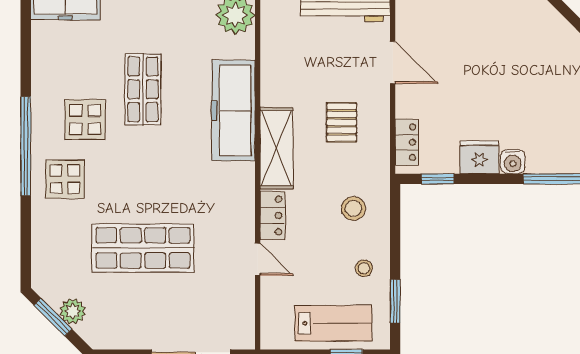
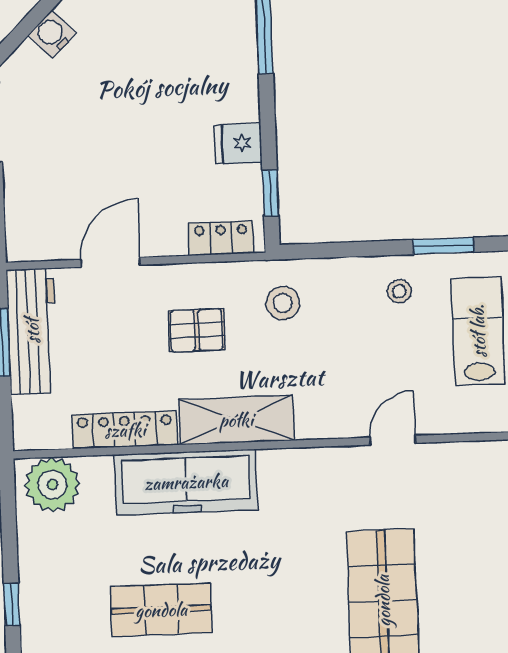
fridge: (479, 157) -> (238, 143), width x0.72
water cooler: (513, 162) -> (52, 34), moved, turned -135
stool: (353, 208) -> (283, 303), moved
locker: (272, 216) -> (125, 430), moved, width x1.53

